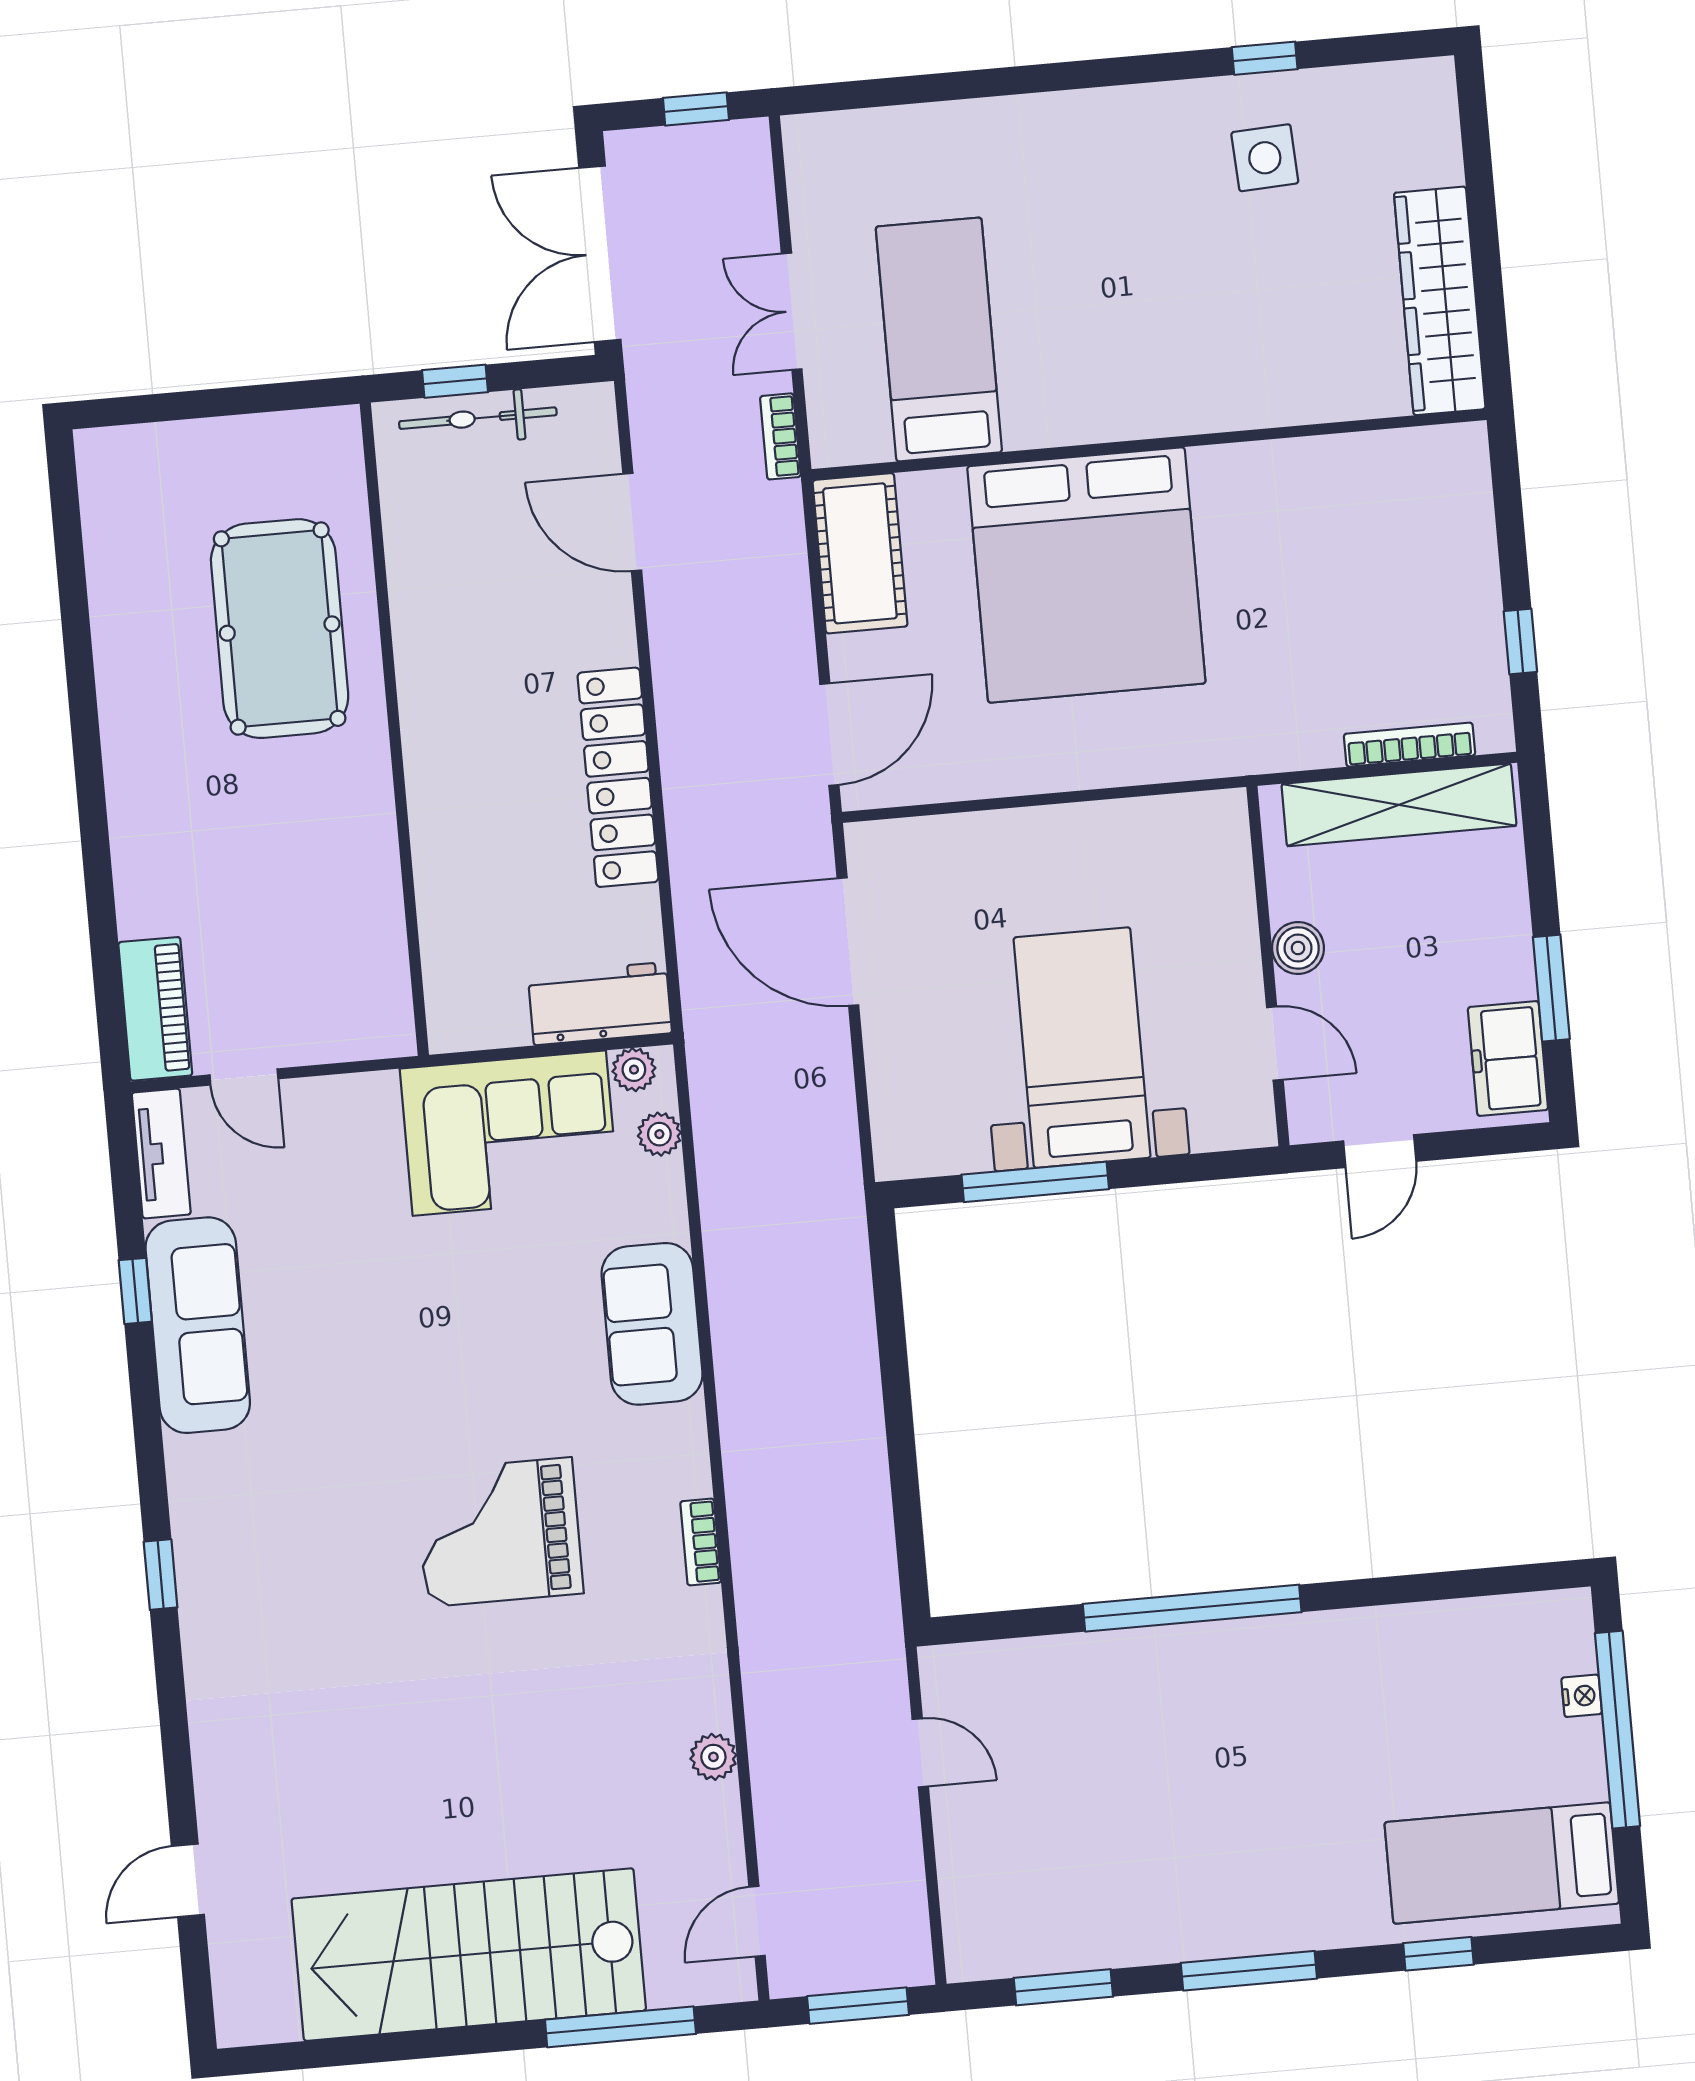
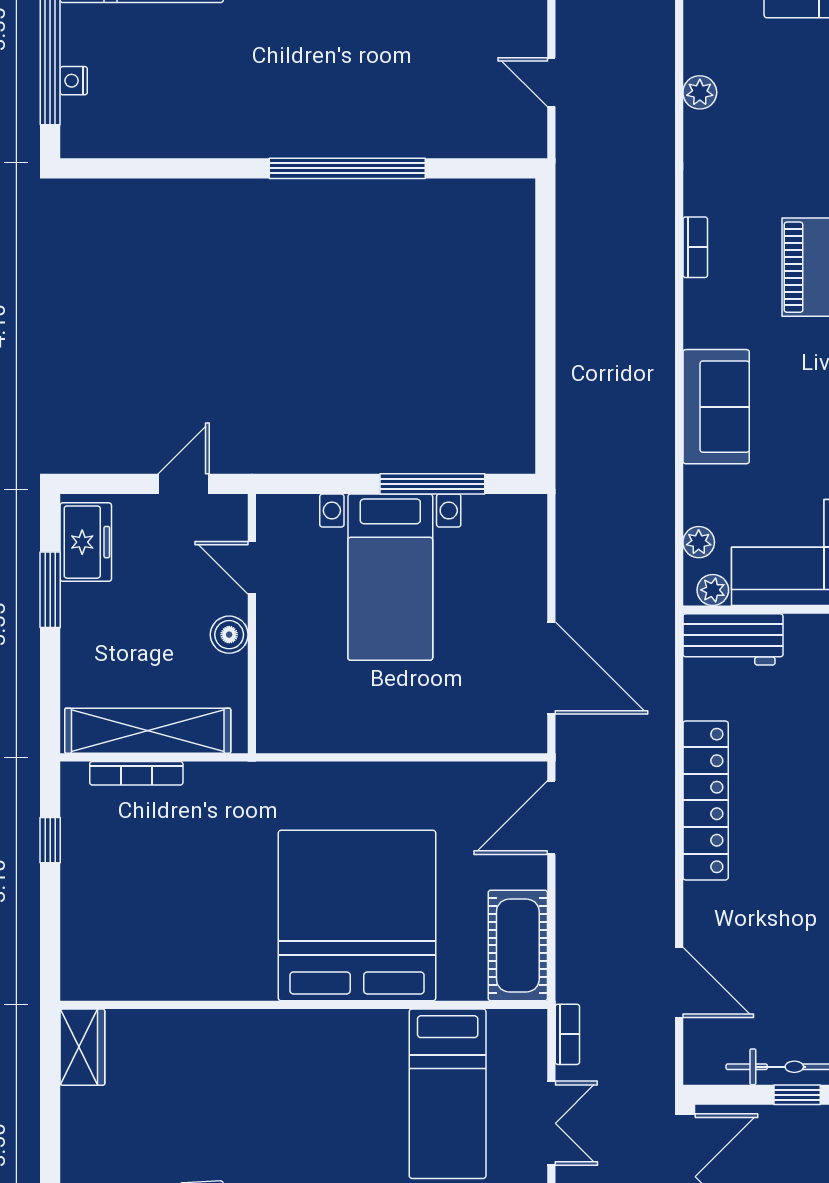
wardrobe: (1440, 301) -> (82, 1047), width x0.48, depth x0.85

